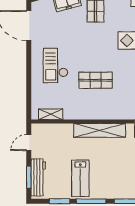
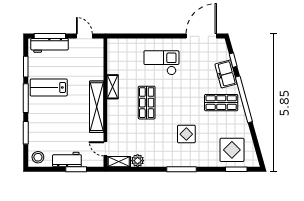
shelving: (51, 114) -> (113, 87), moved
window: (29, 177) -> (50, 36), width x1.44

